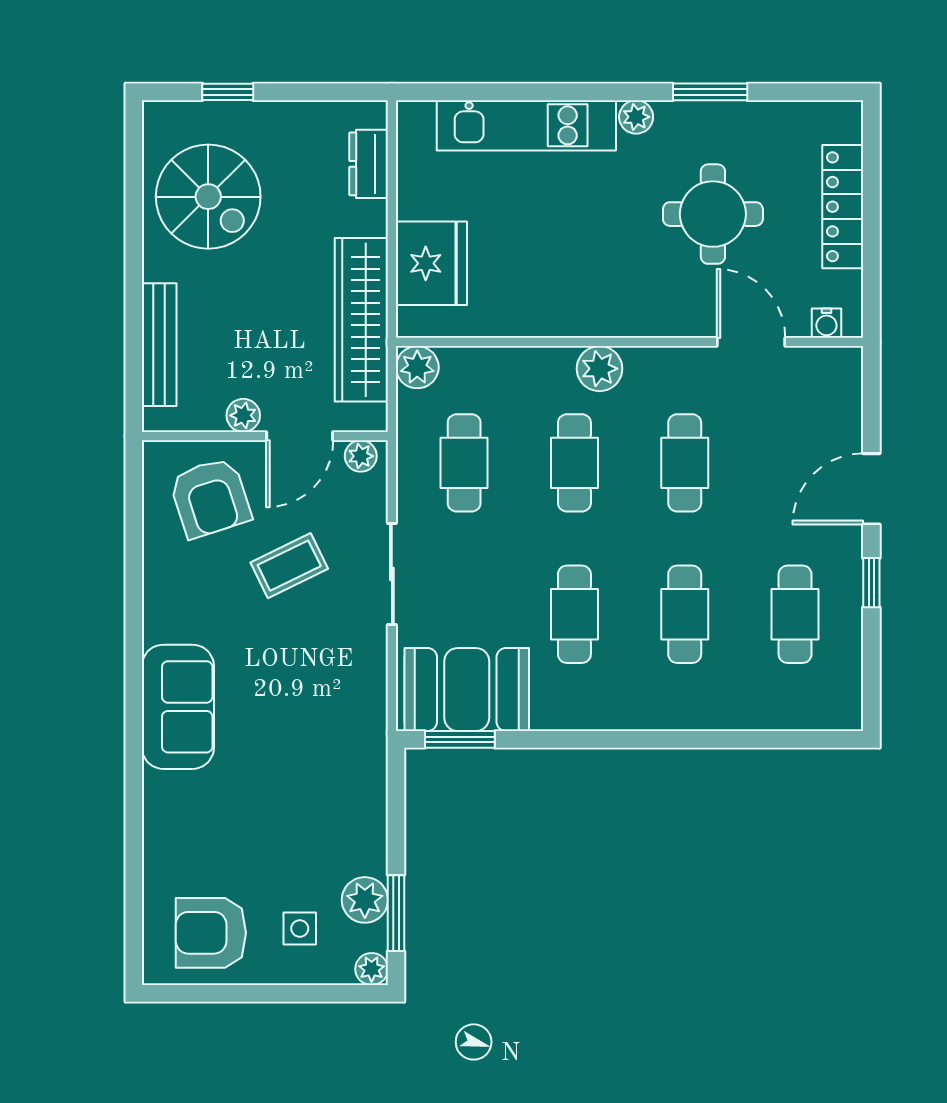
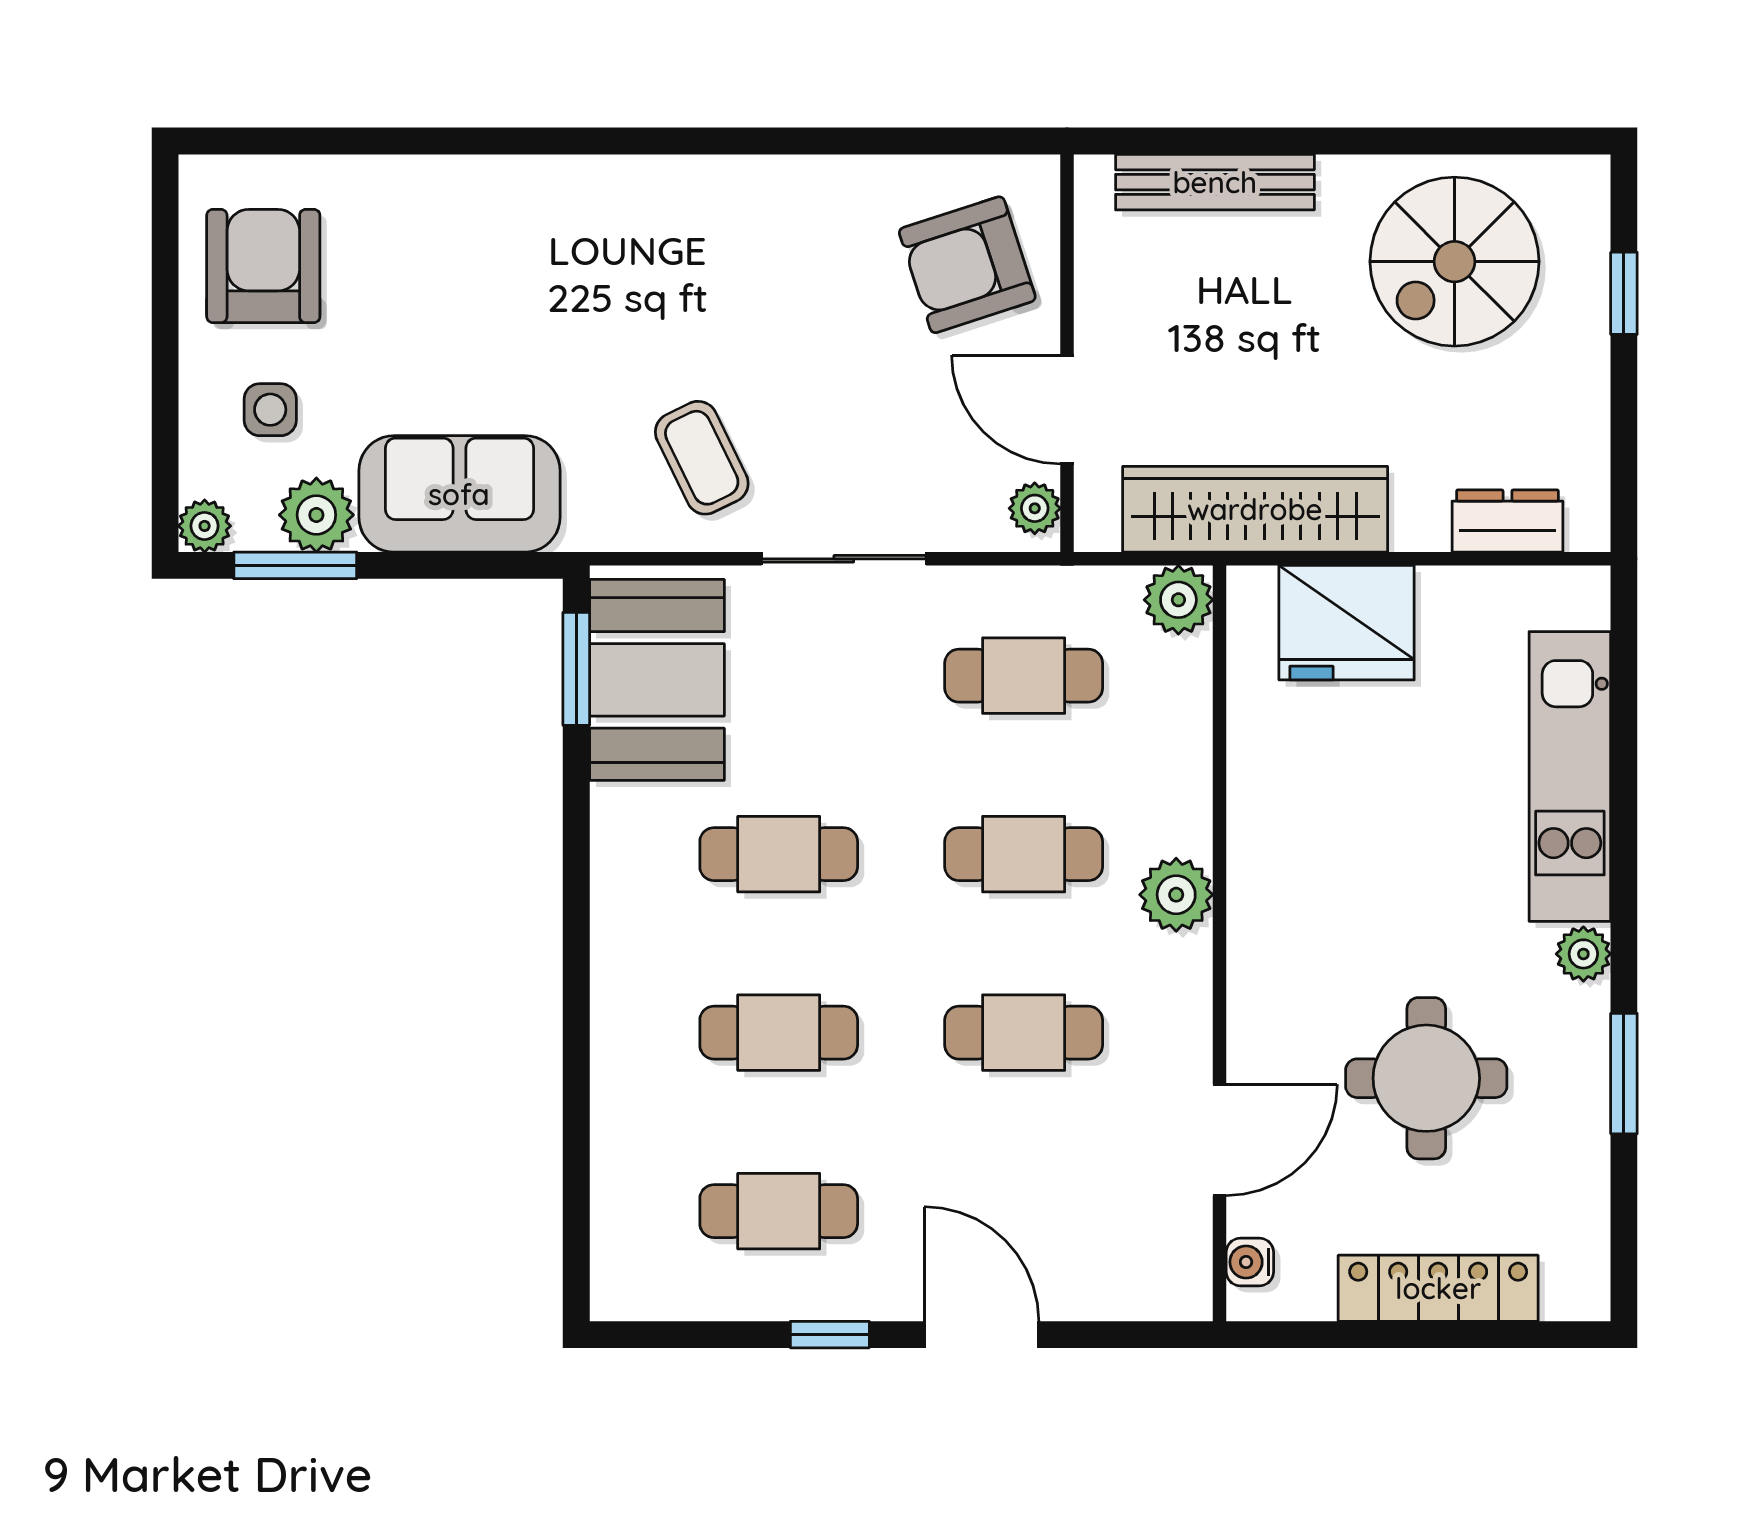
plant: (243, 415) -> (1101, 318), removed
coffee table: (289, 566) -> (702, 458), moved
sofa: (178, 707) -> (459, 494), moved, turned 180

